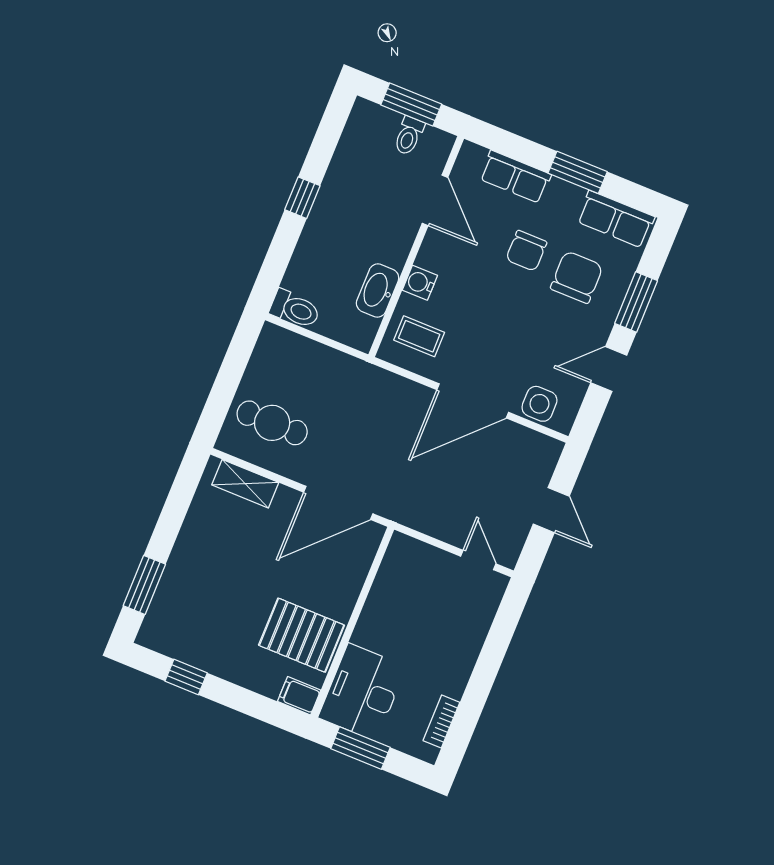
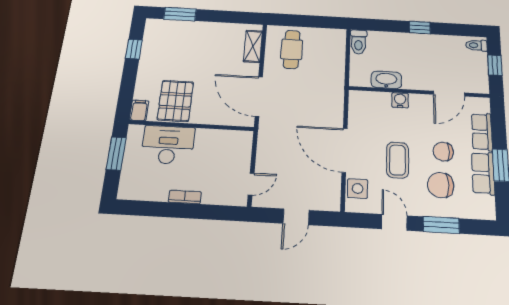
window: (411, 104) -> (495, 65), width x0.67
toilet: (409, 136) -> (476, 45), moved
row of seats: (616, 219) -> (483, 173), moved
chair: (577, 277) -> (441, 185), turned 180
coffee table: (419, 336) -> (398, 160), moved, width x1.36, depth x1.30
desk: (362, 692) -> (168, 145), moved
bookcase: (441, 721) -> (185, 197), moved

